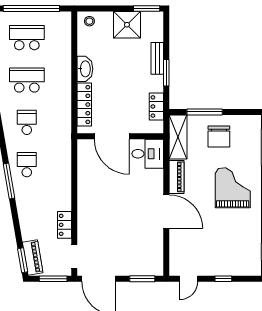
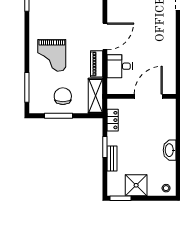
locker: (84, 105) -> (170, 122), removed
window: (205, 112) -> (58, 116), moved
door: (112, 136) -> (148, 96), hinge flipped
desk: (148, 154) -> (120, 66), moved
door: (166, 212) -> (105, 36), swing flipped

